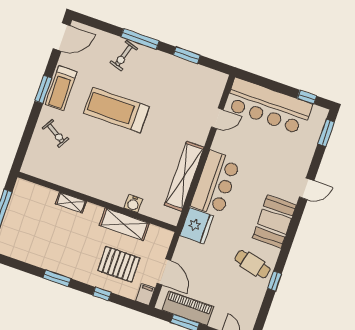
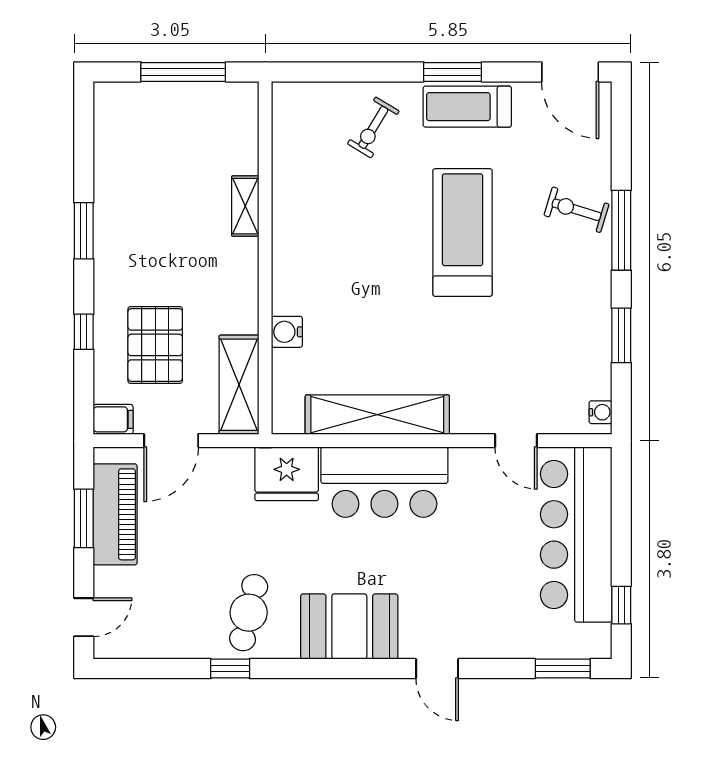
water cooler: (218, 76) -> (600, 412), added
shelving: (124, 224) -> (239, 385), moved

